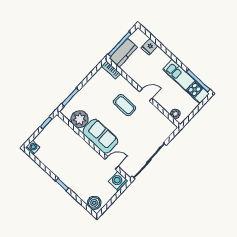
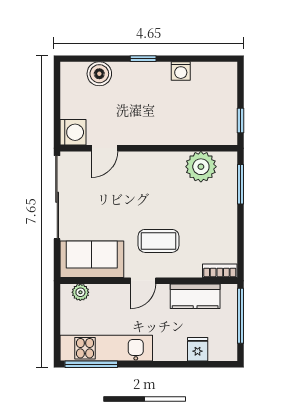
kitchen counter: (123, 53) -> (195, 296), moved, turned -90
sofa: (100, 136) -> (92, 259), moved, turned 180
washing machine: (33, 148) -> (181, 71), moved
boiler: (94, 203) -> (99, 74), moved

